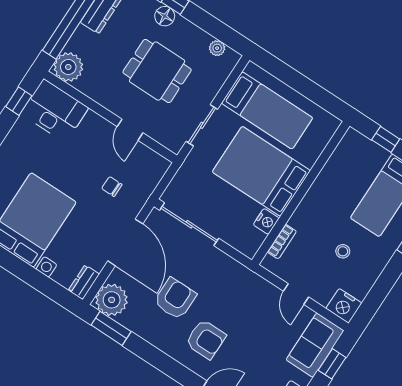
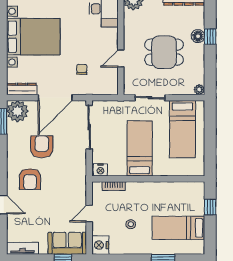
plant: (217, 48) -> (199, 90), moved
dining table: (157, 71) -> (164, 52), turned 90
bed: (261, 171) -> (140, 148), width x0.67
nightstand: (266, 221) -> (100, 170), moved
dresser: (84, 282) -> (22, 89), width x1.44
armchair: (175, 299) -> (42, 147), turned -90

